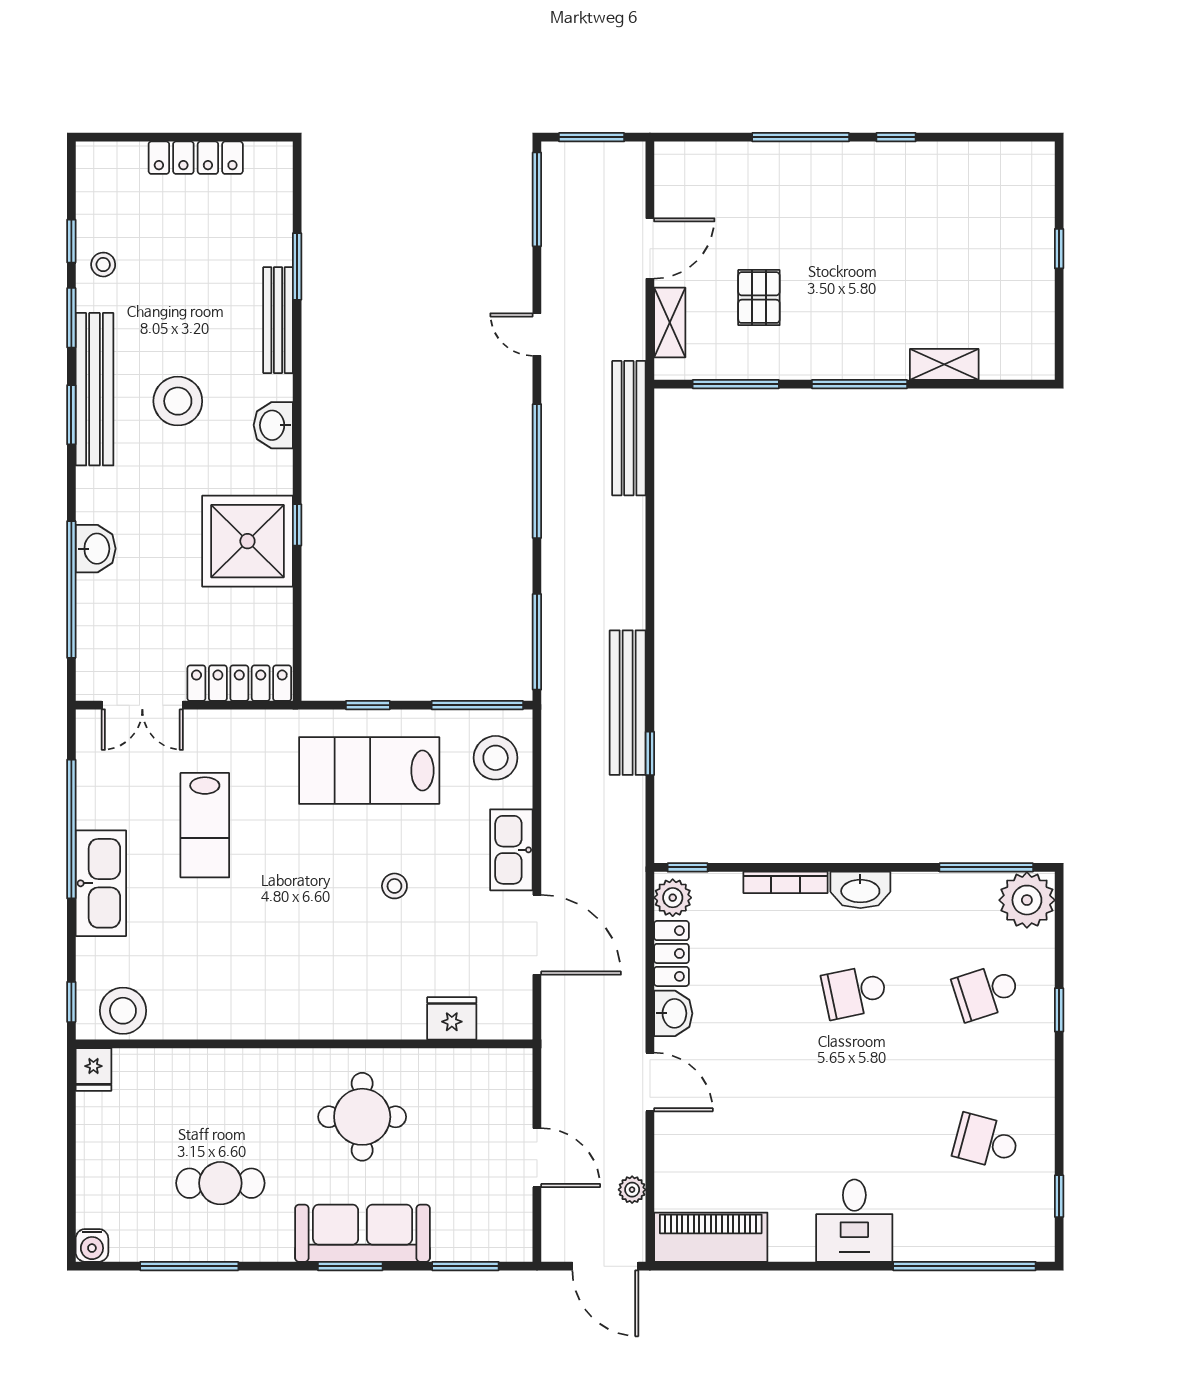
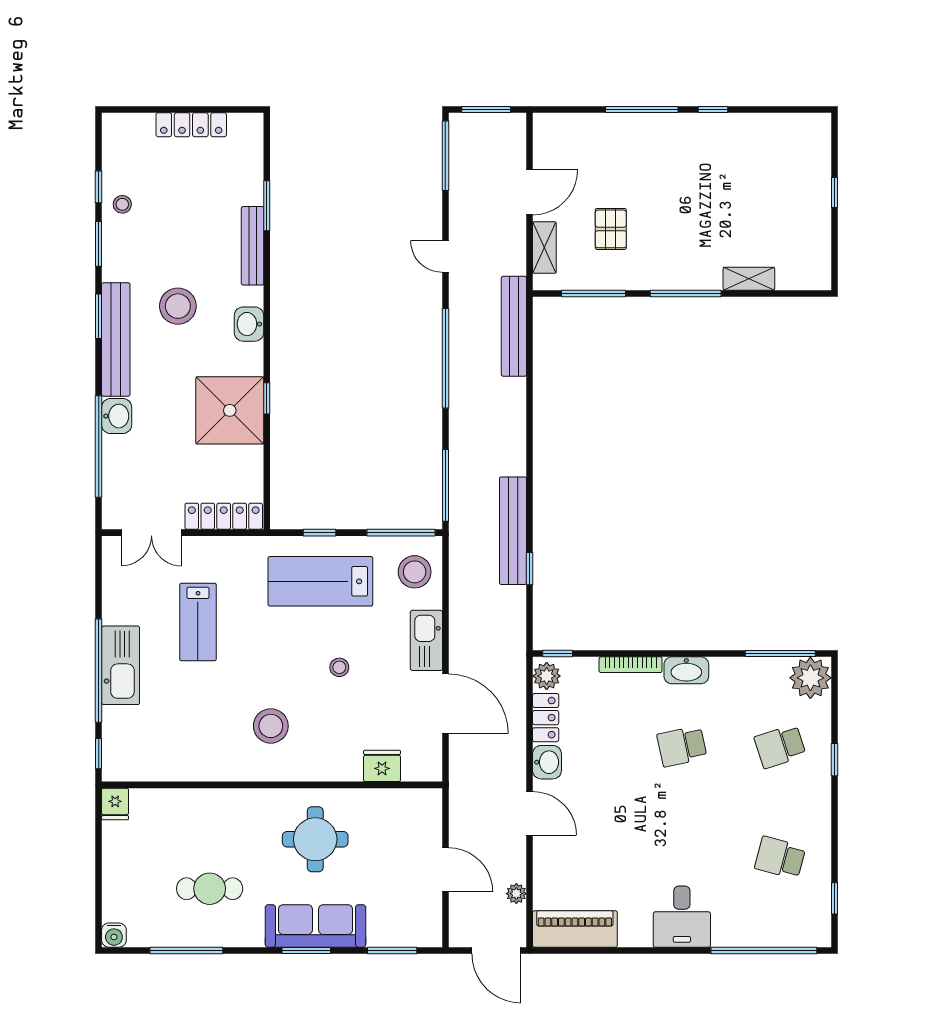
bench: (95, 389) -> (116, 339), moved
window: (71, 829) -> (99, 671), moved
stool: (123, 1011) -> (271, 726), moved

